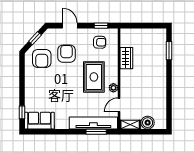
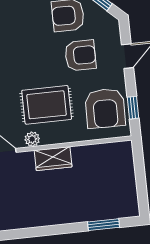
armchair: (100, 42) -> (105, 108), width x1.88, depth x1.88
wardrobe: (126, 58) -> (53, 159), moved

